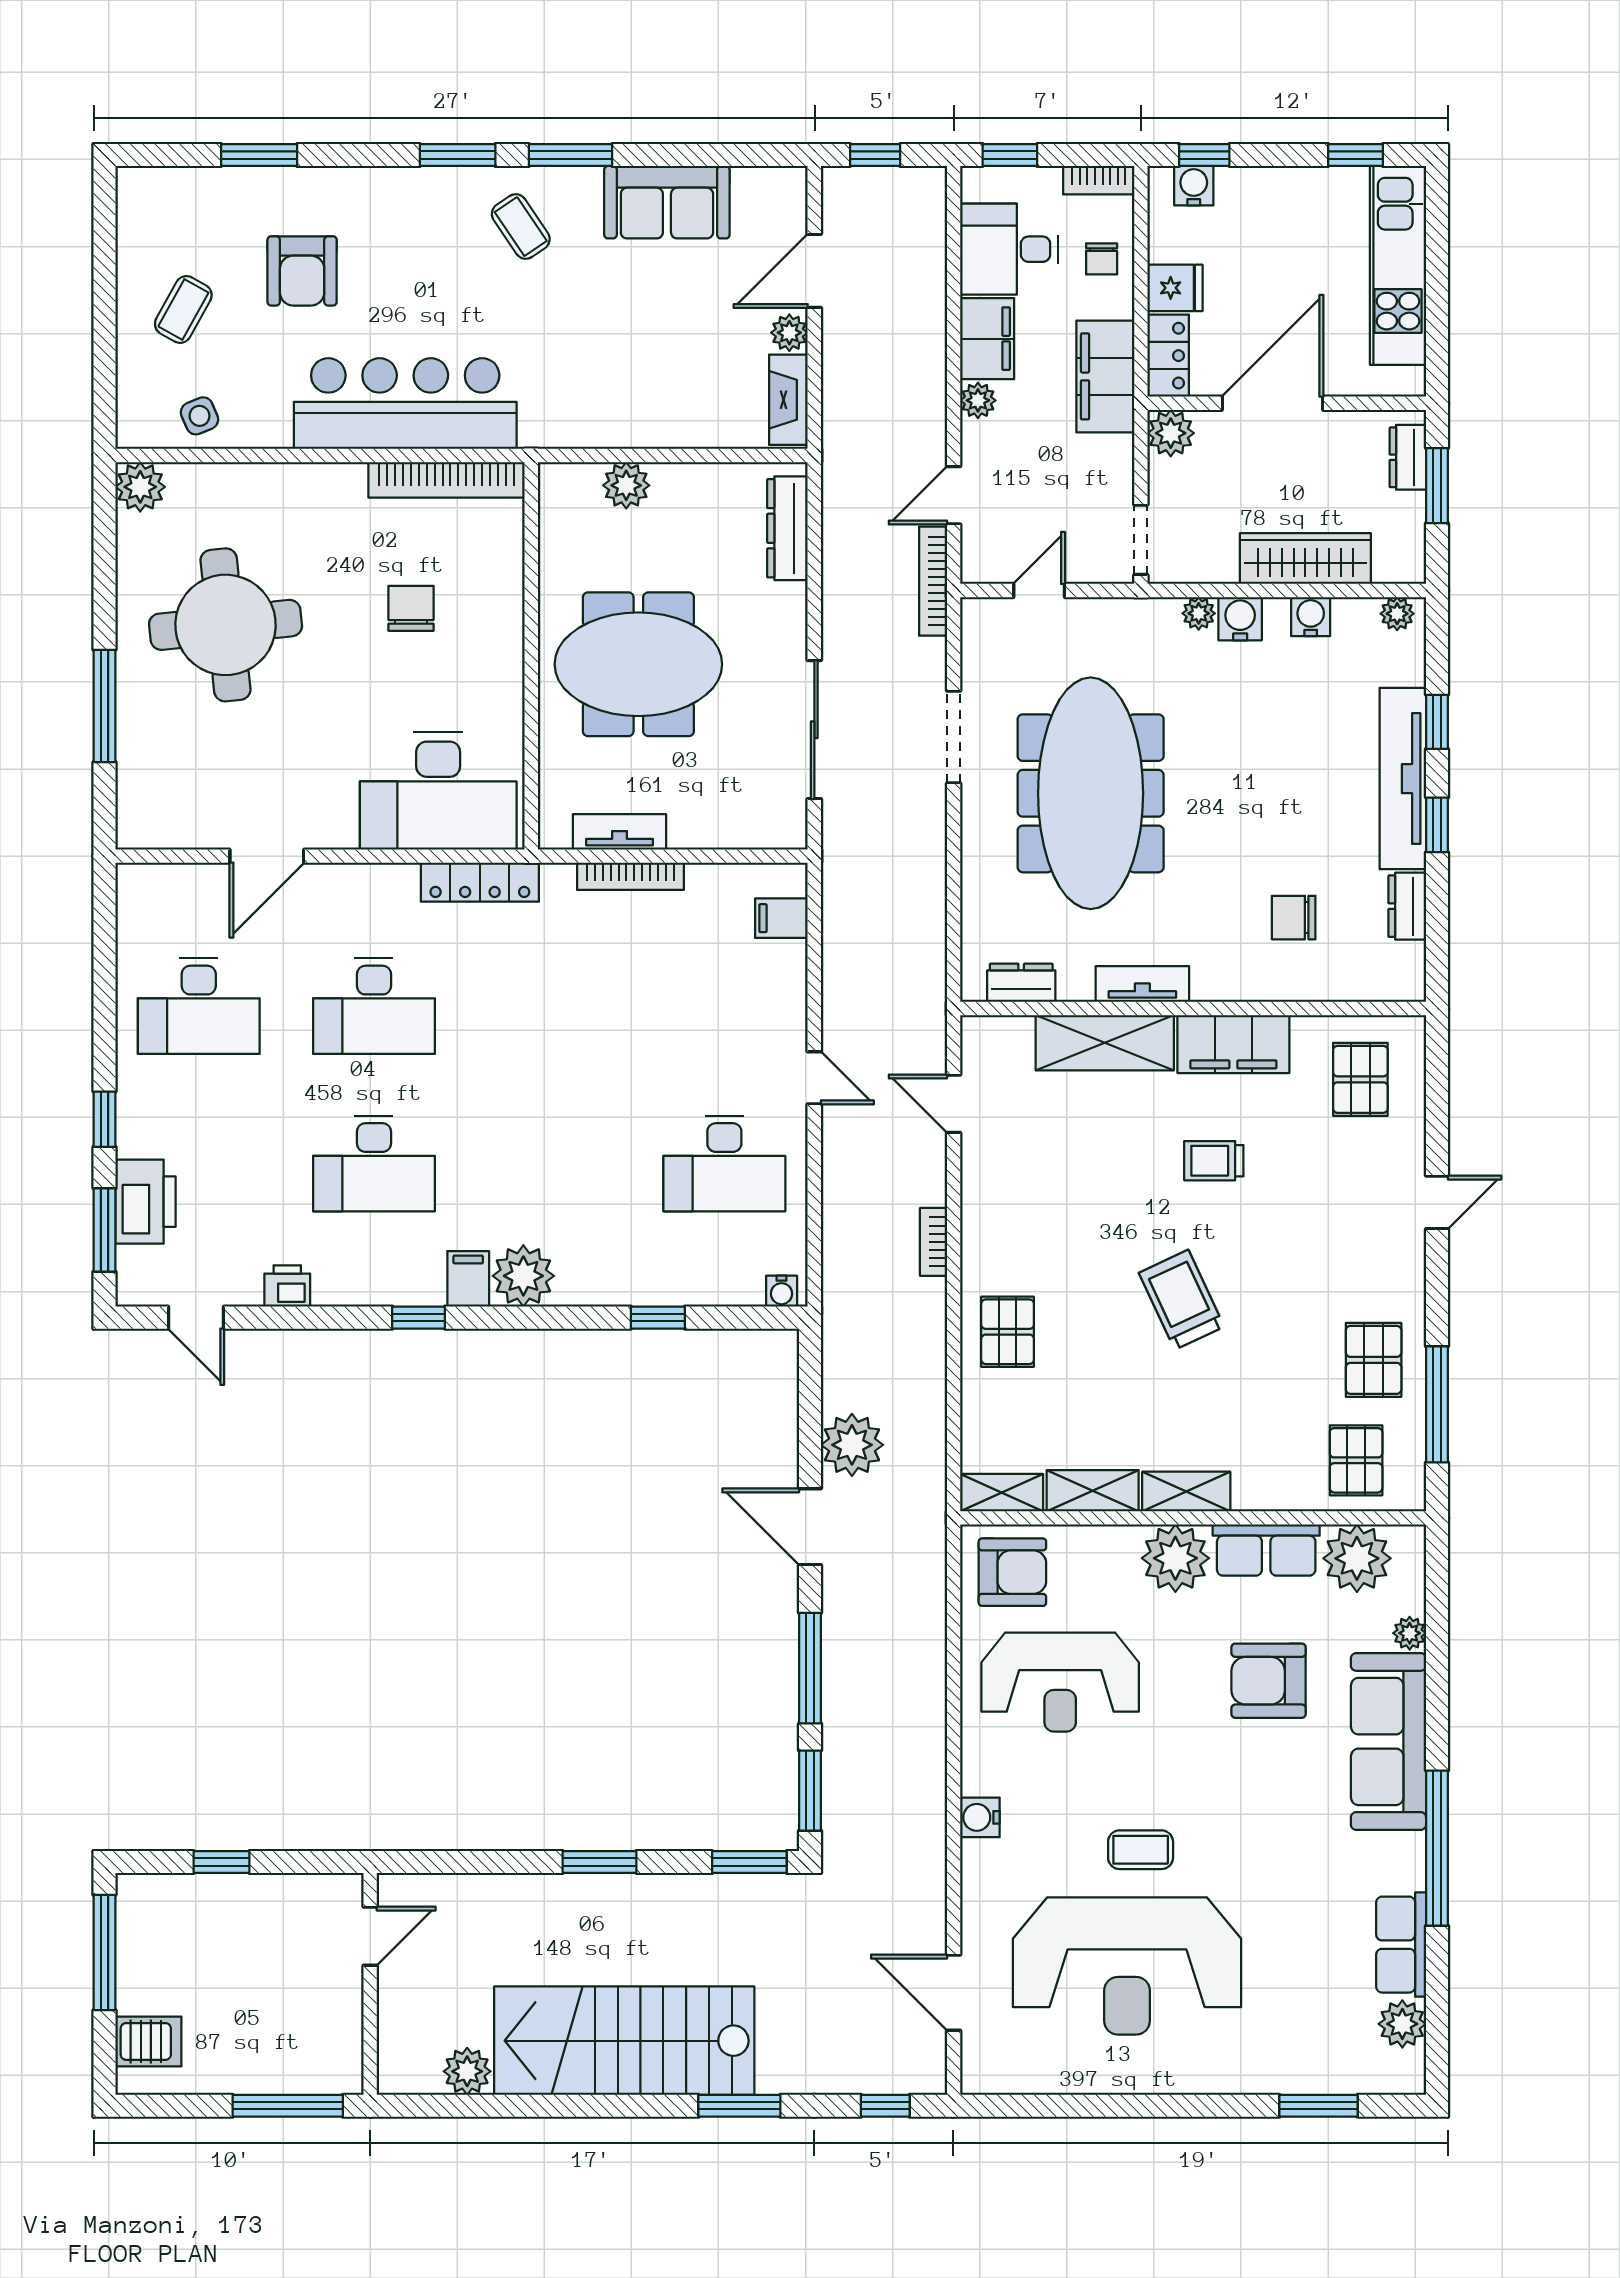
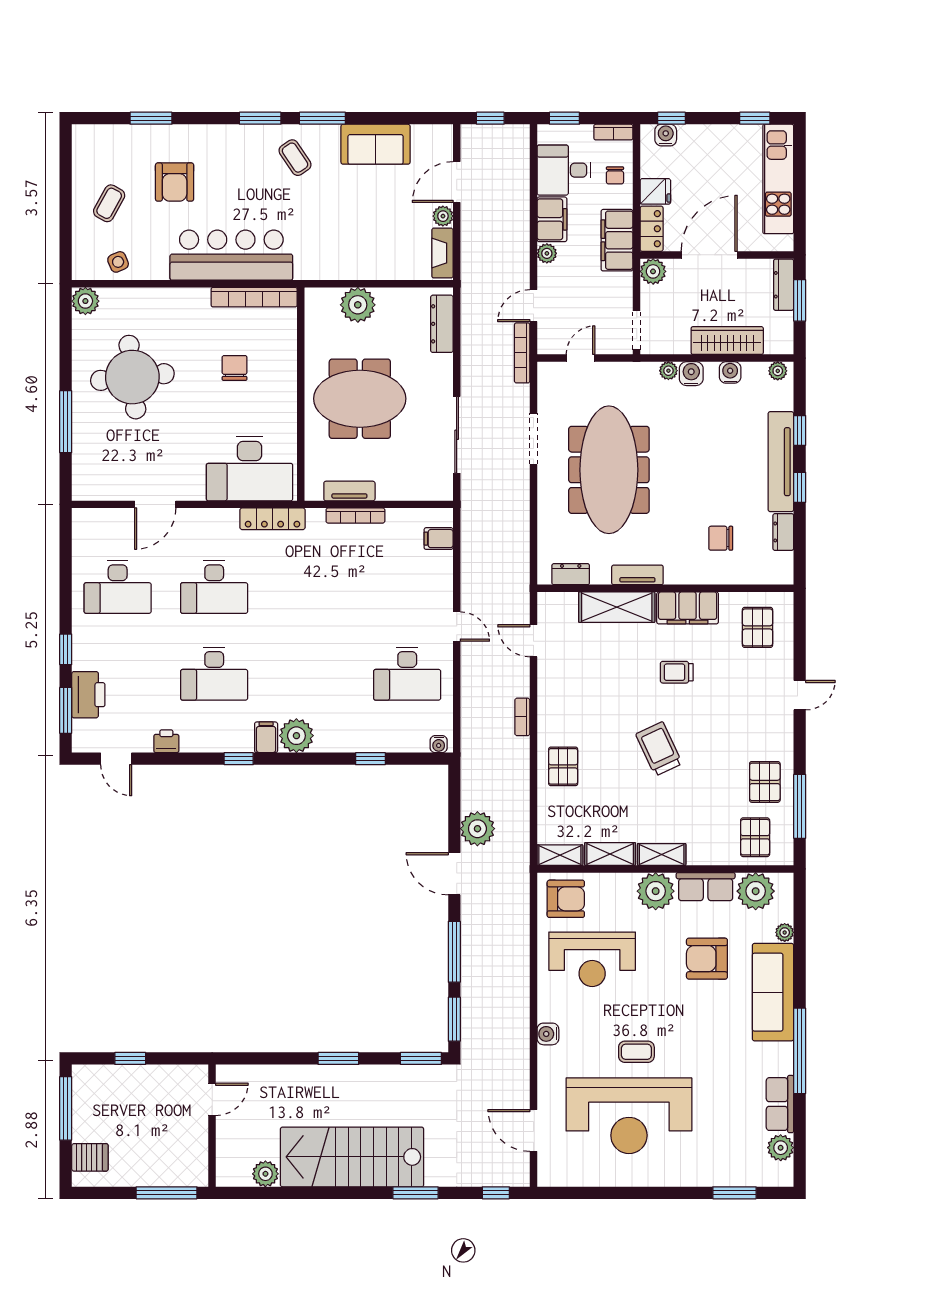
dresser: (1408, 457) -> (784, 285), width x1.44
plant: (626, 485) -> (358, 305), width x1.36, depth x1.36

